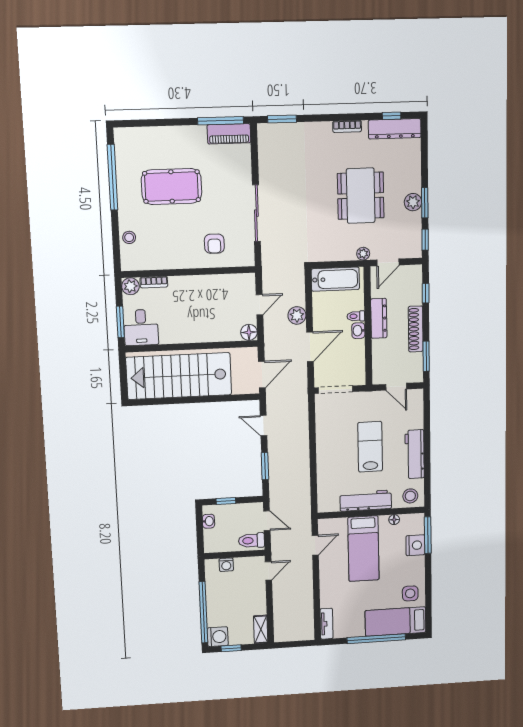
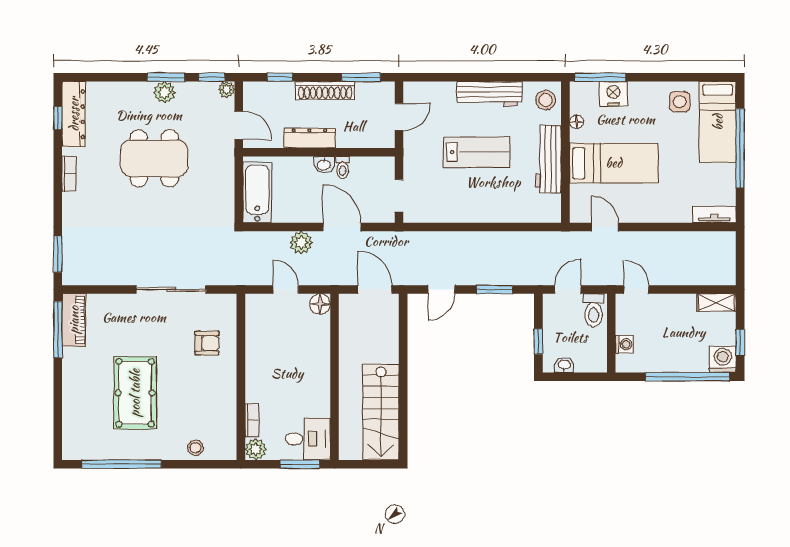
plant: (363, 254) -> (227, 90), moved
toilet: (356, 316) -> (343, 167), moved
stairs: (179, 376) -> (381, 412), width x0.73, depth x0.66
doorway: (335, 390) -> (399, 196), width x0.73
lab bench: (370, 447) -> (477, 152), turned 180

